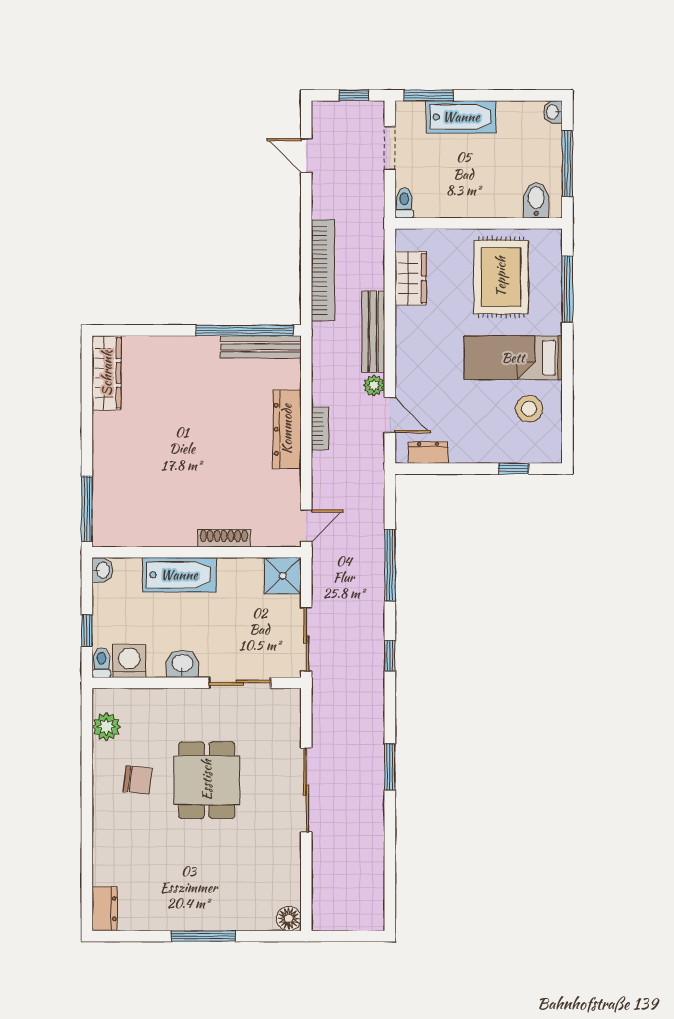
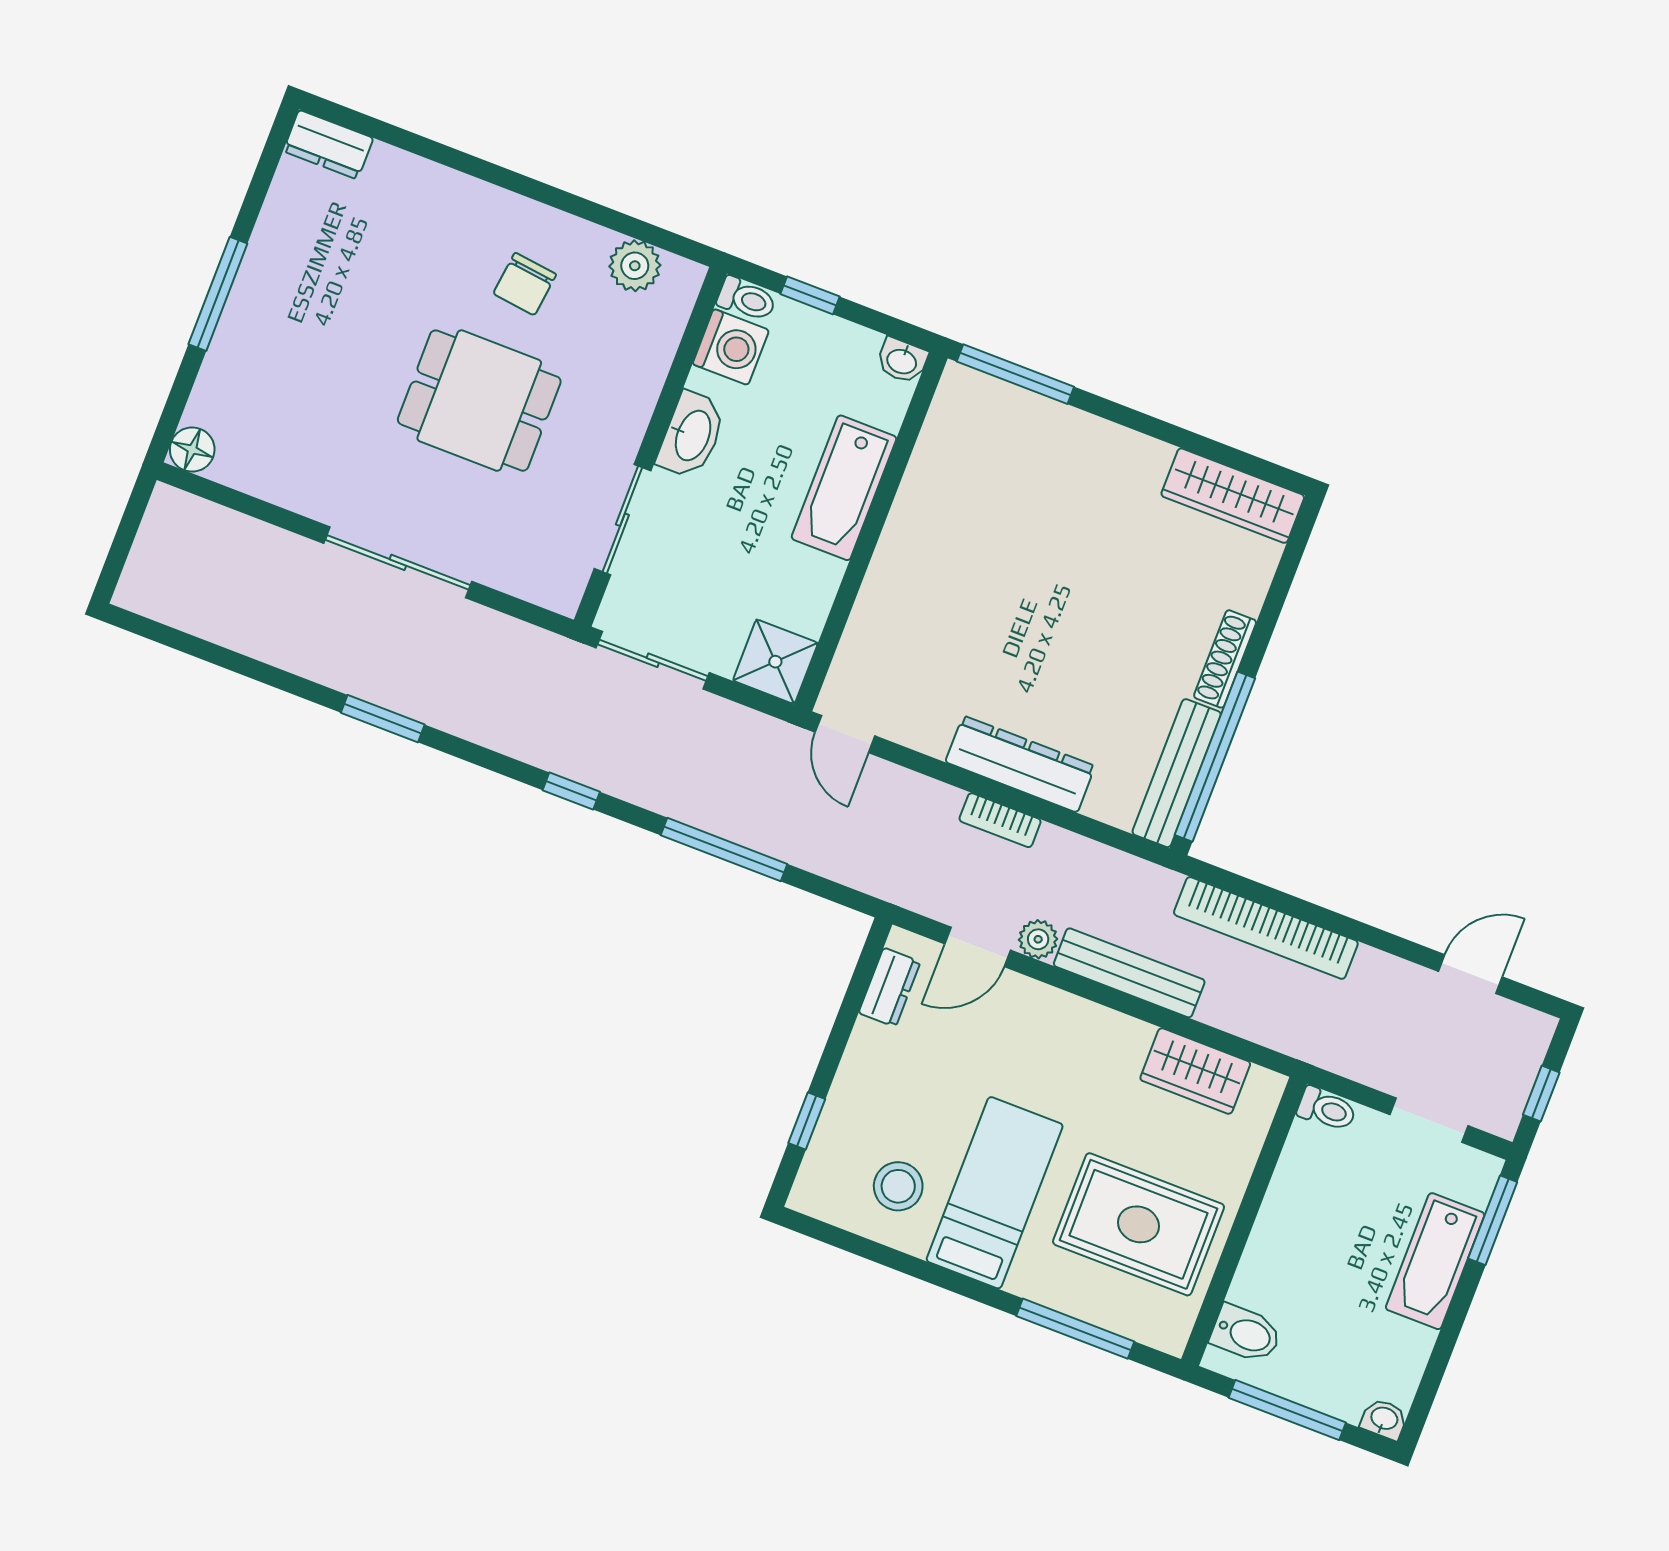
shoe rack: (224, 538) -> (1225, 659), moved, turned 180
washbasin: (182, 664) -> (692, 435), width x1.38

